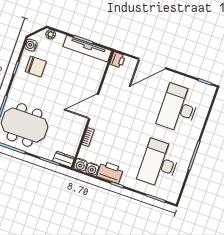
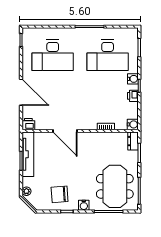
water cooler: (31, 45) -> (84, 205), moved
chair: (36, 67) -> (60, 194), turned -94
door: (93, 107) -> (65, 131), moved
water cooler: (92, 169) -> (133, 79), moved
printer: (110, 172) -> (133, 96), width x0.53, depth x0.68

